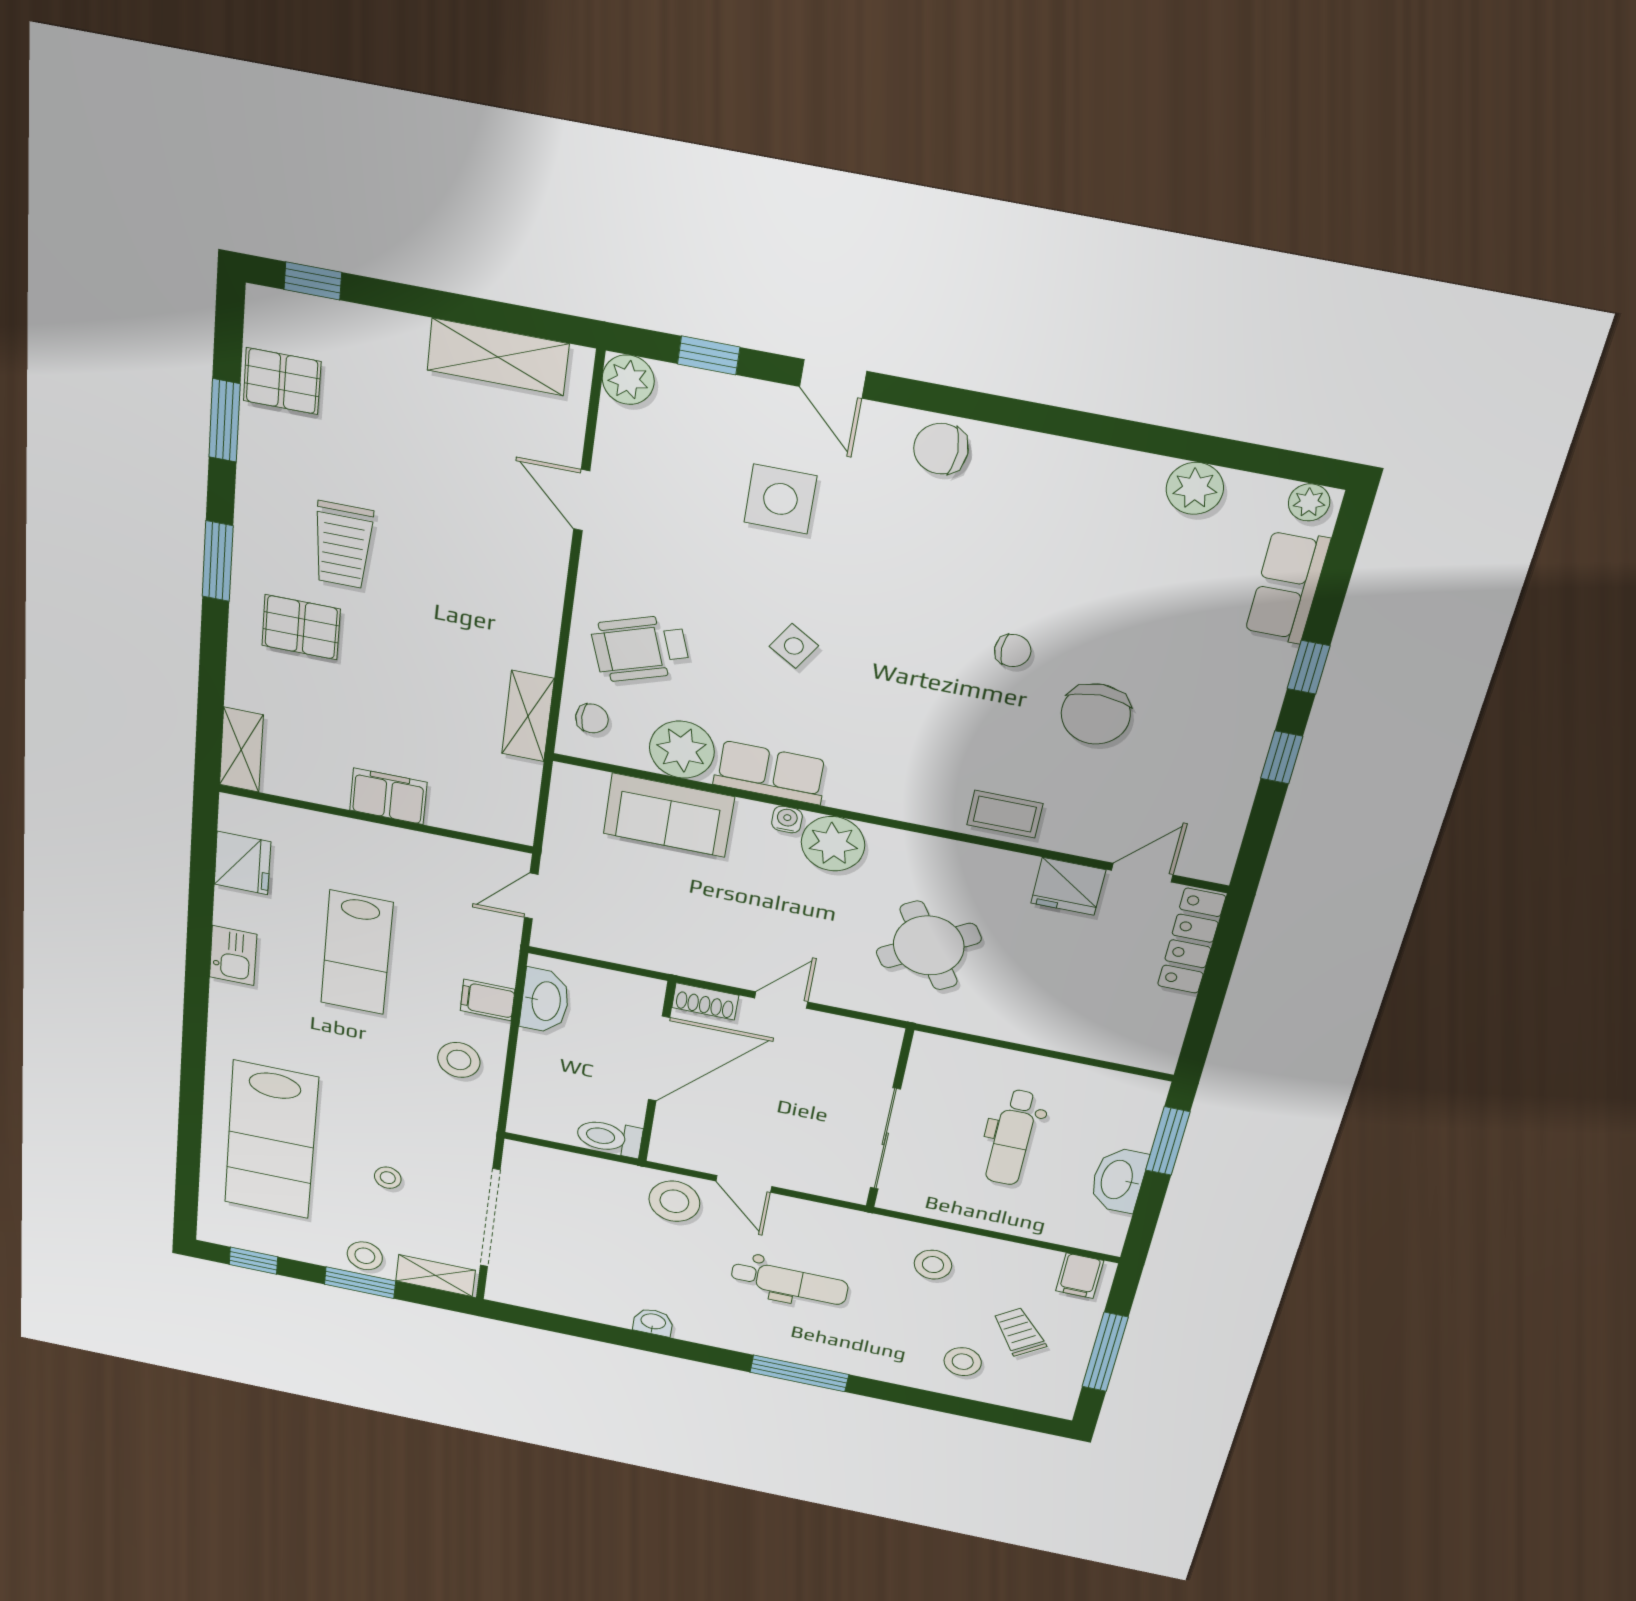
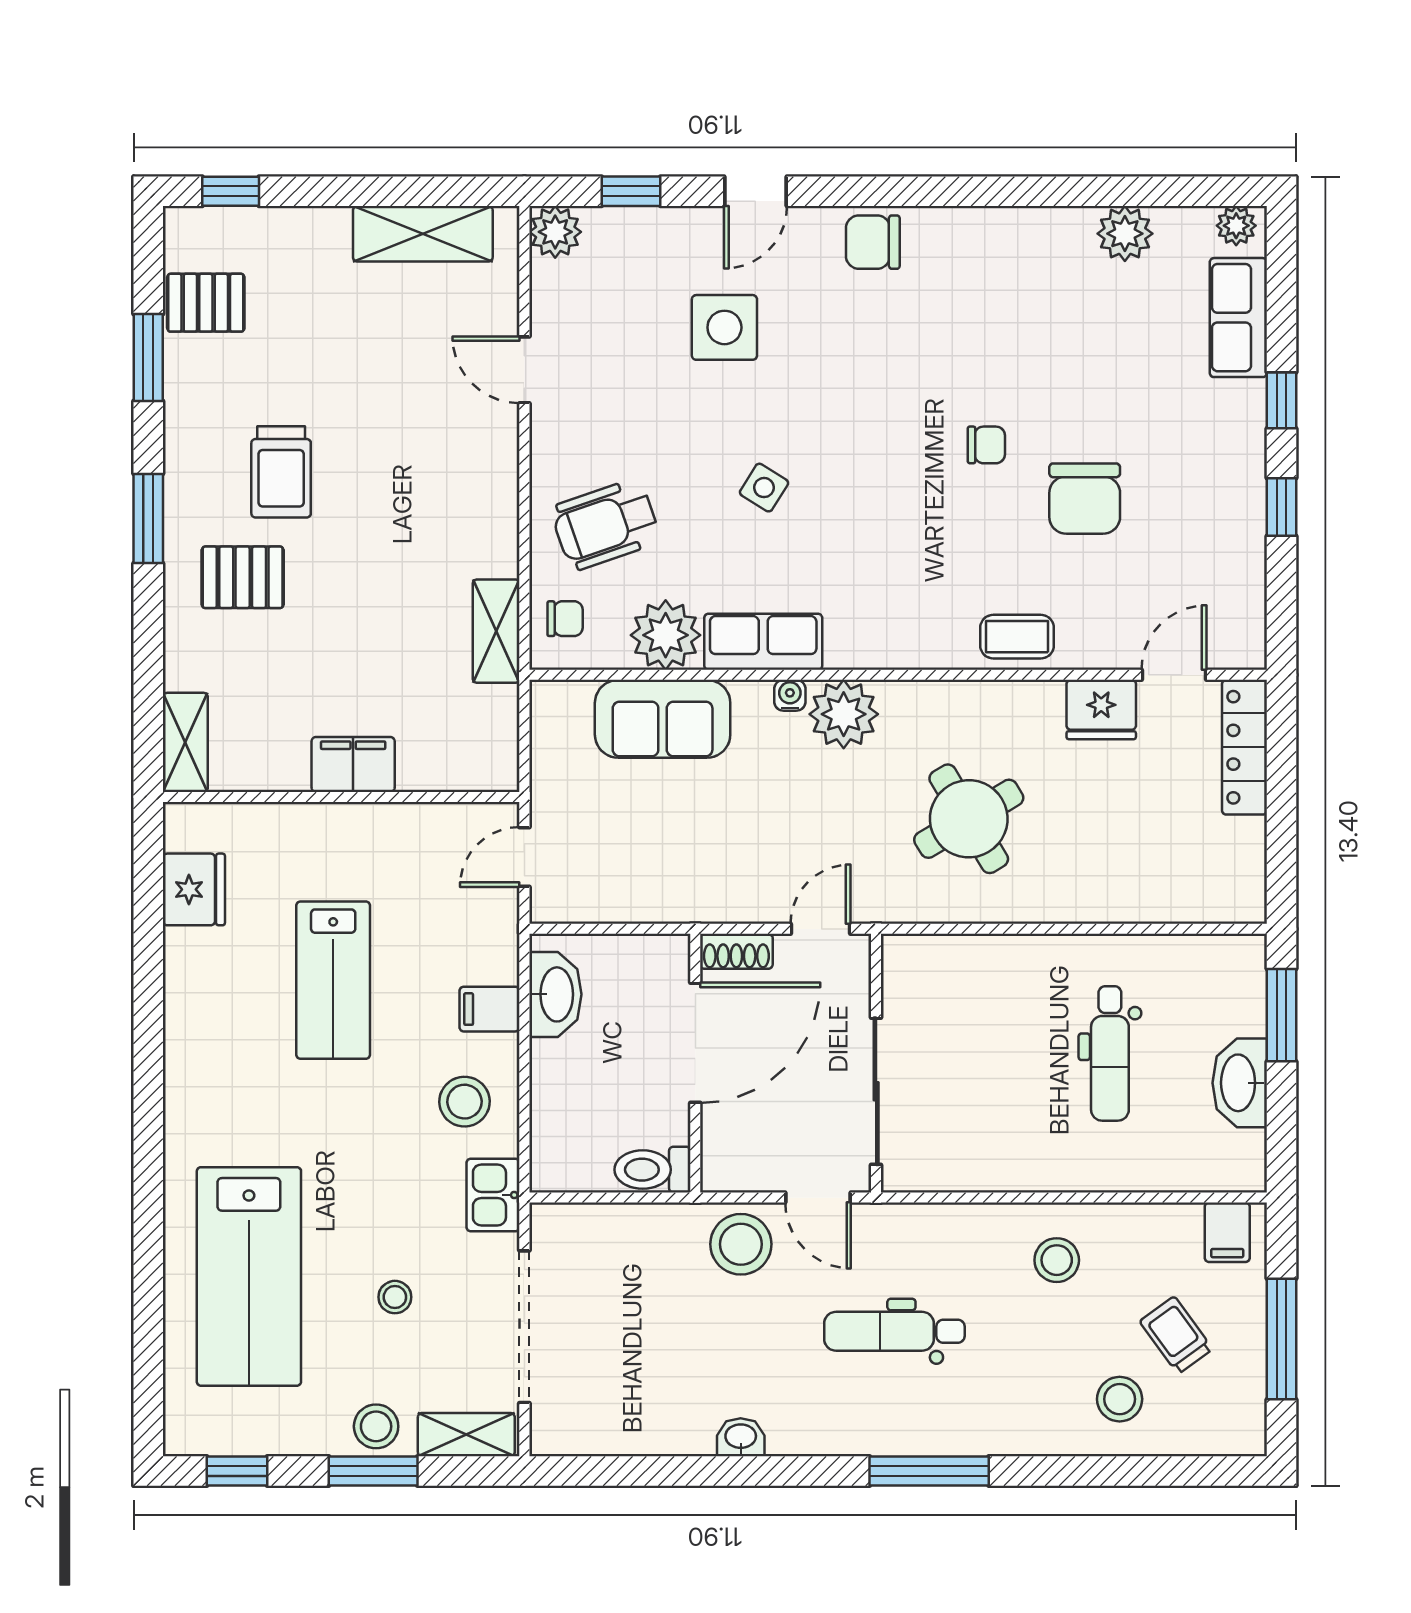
door: (833, 379) -> (756, 191), hinge flipped
kitchen sink: (233, 956) -> (493, 1195), moved, turned 180
wall: (890, 1120) -> (876, 1063), moved
sliding door: (885, 1139) -> (876, 1091), moved
dental chair: (789, 1282) -> (894, 1331), turned 180

